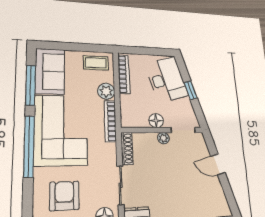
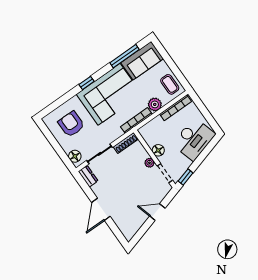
window: (191, 90) -> (186, 177), moved
window: (29, 146) -> (87, 83), width x0.32
door: (218, 164) -> (157, 212), hinge flipped
armchair: (64, 196) -> (71, 124), turned -90

